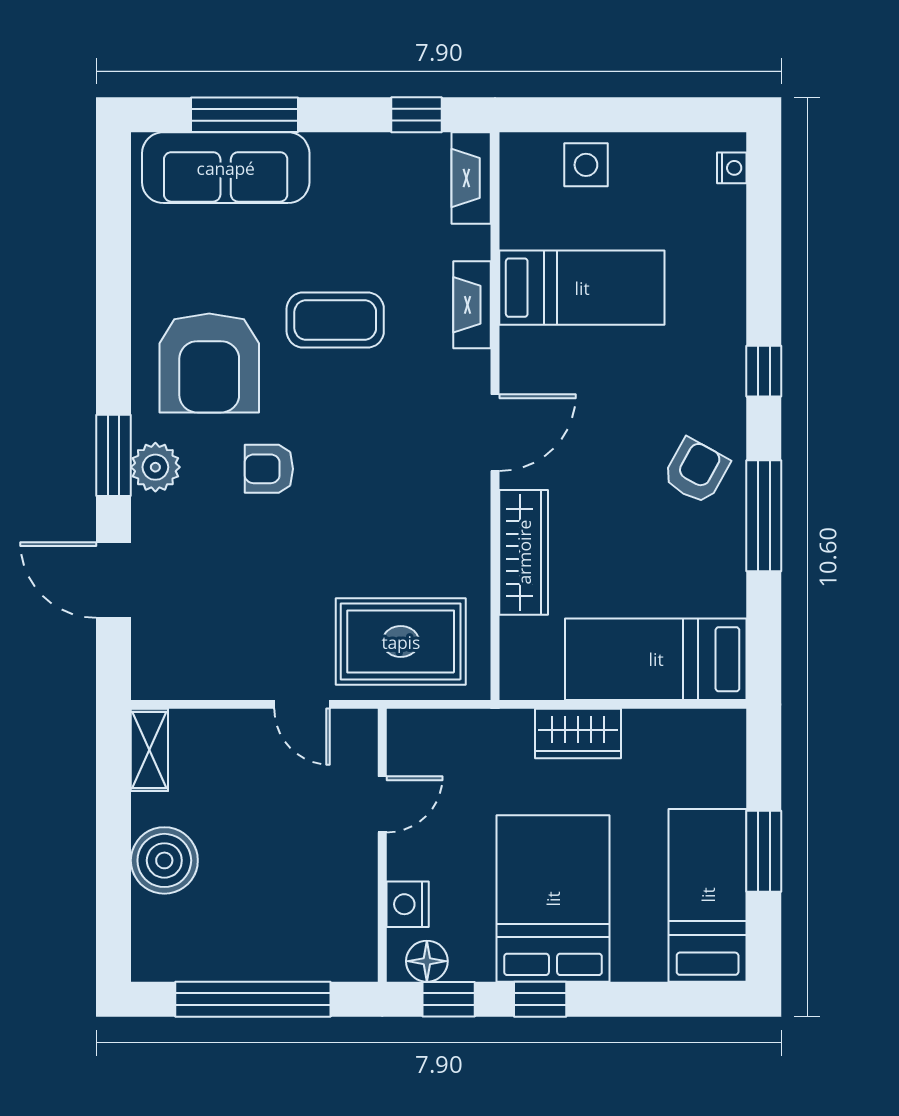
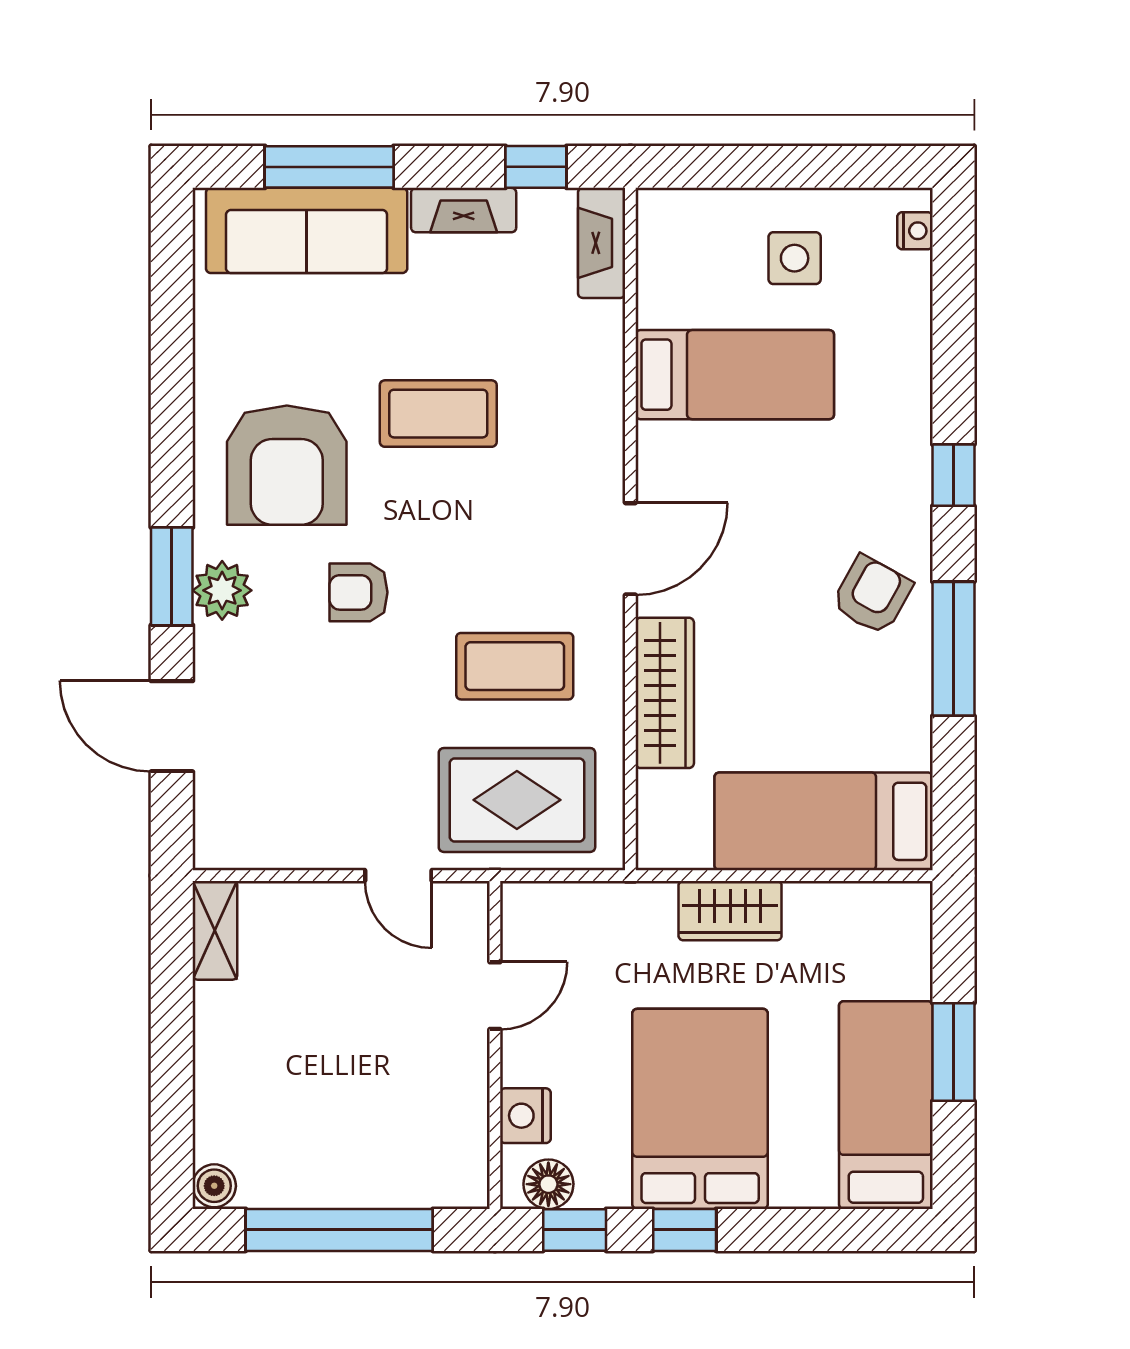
side table: (586, 165) -> (795, 258), moved
fireplace: (472, 305) -> (464, 210), moved, turned -90
coffee table: (399, 530) -> (515, 666), added
boiler: (164, 860) -> (214, 1186), moved, width x0.54, depth x0.54

